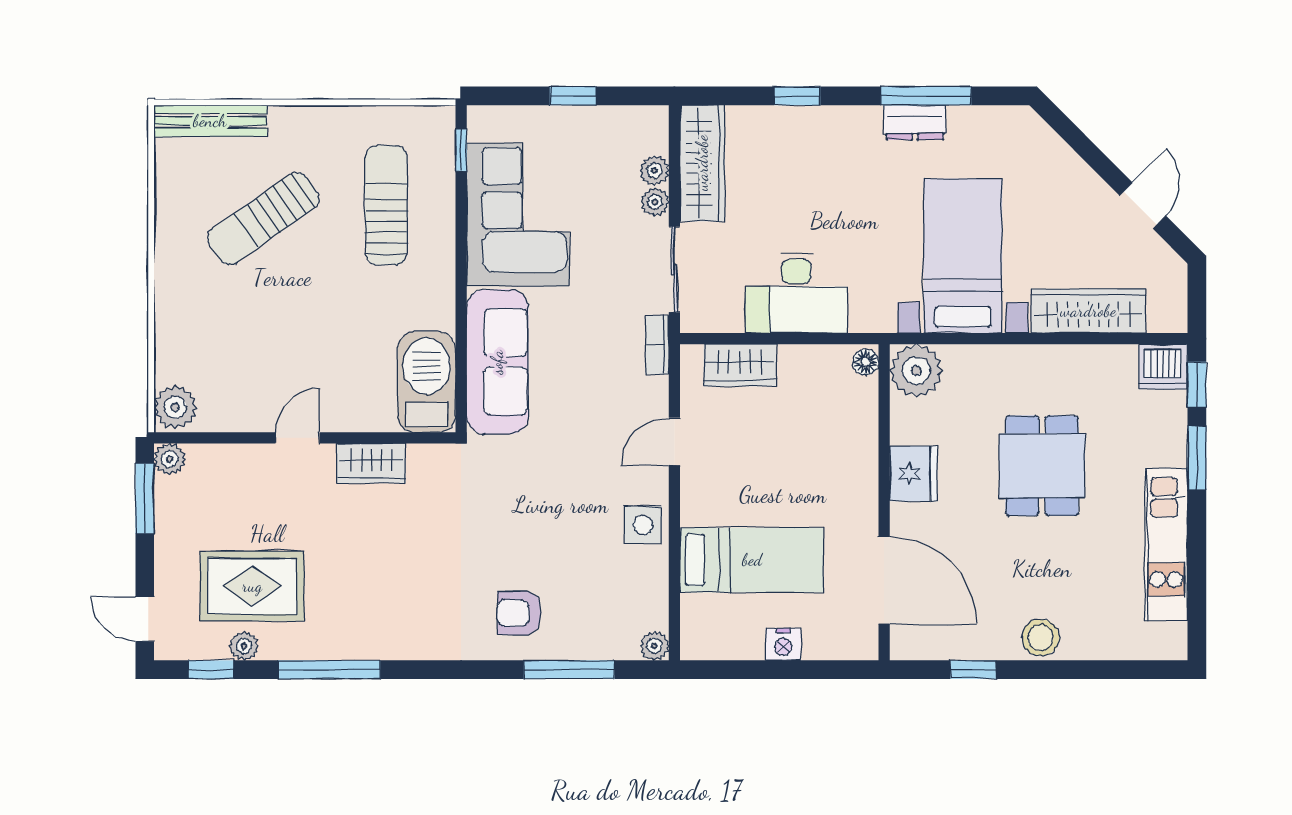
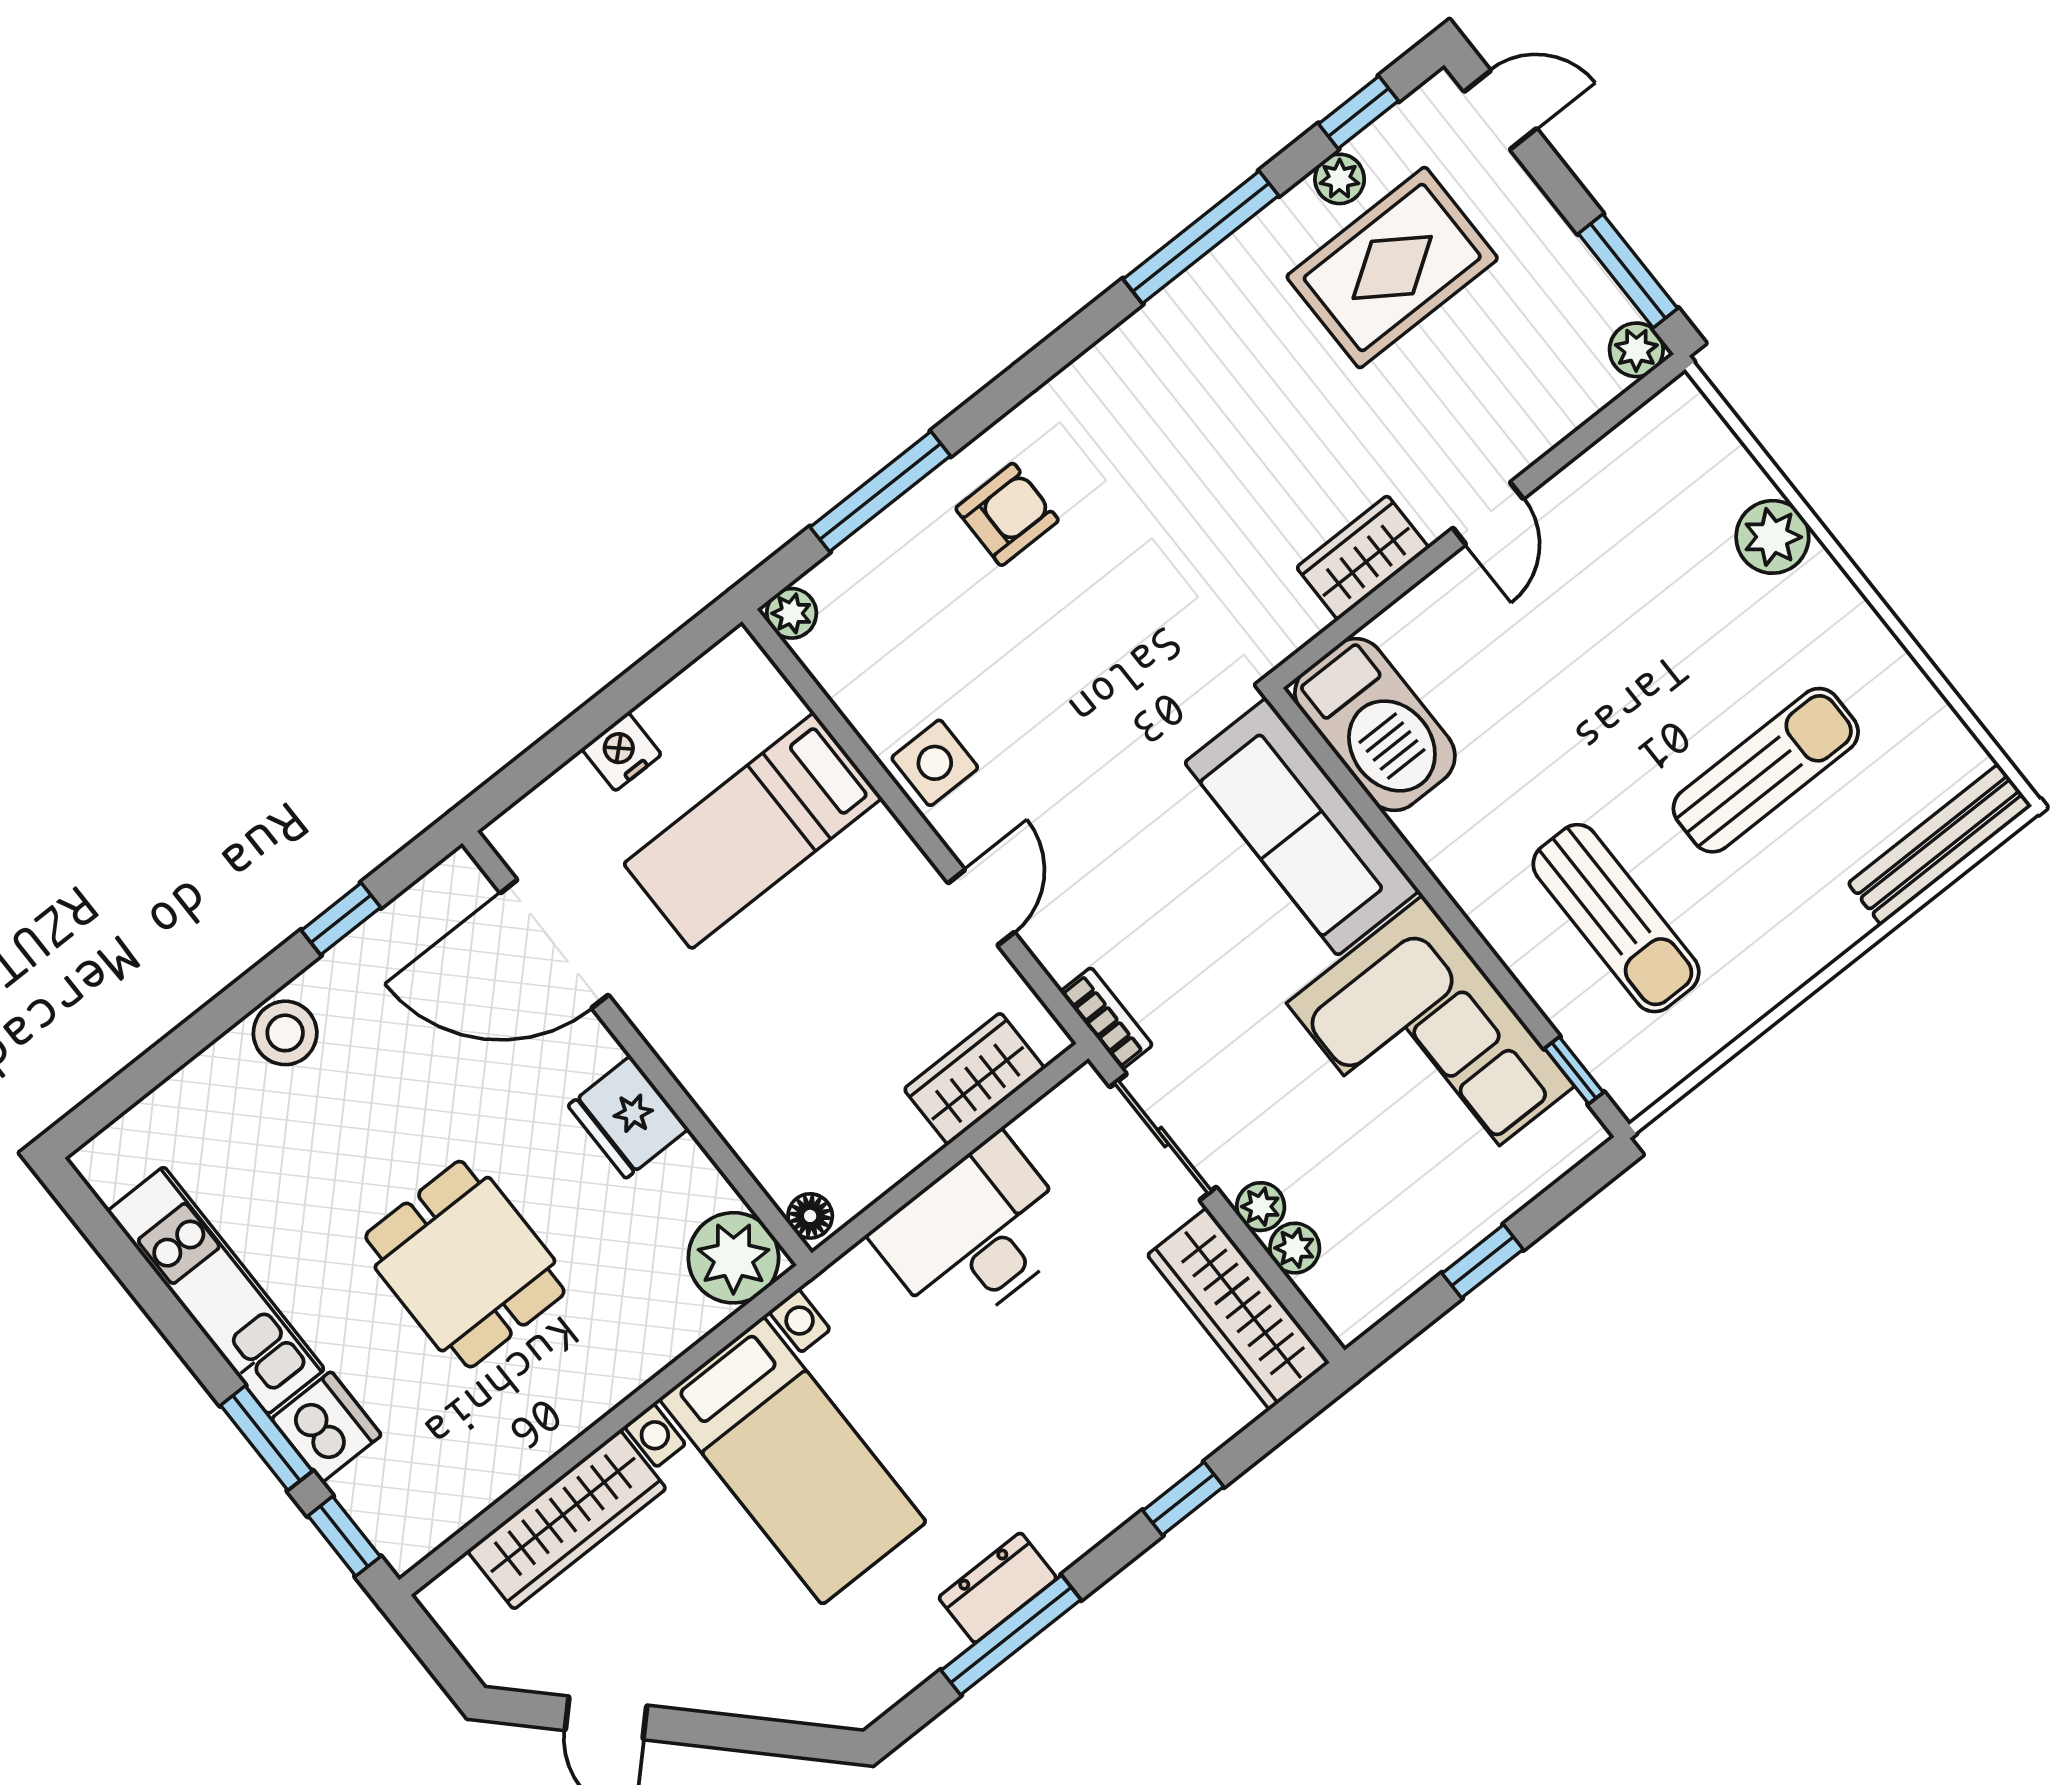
sun lounger: (263, 219) -> (1766, 770), turned 35
dishwasher: (1163, 367) -> (326, 1427), moved, turned 90
plant: (175, 407) -> (1772, 537), moved

